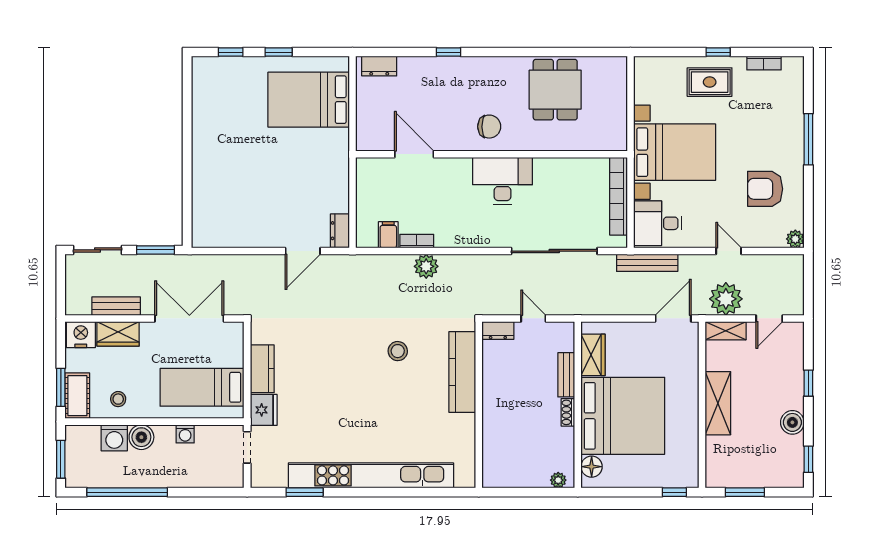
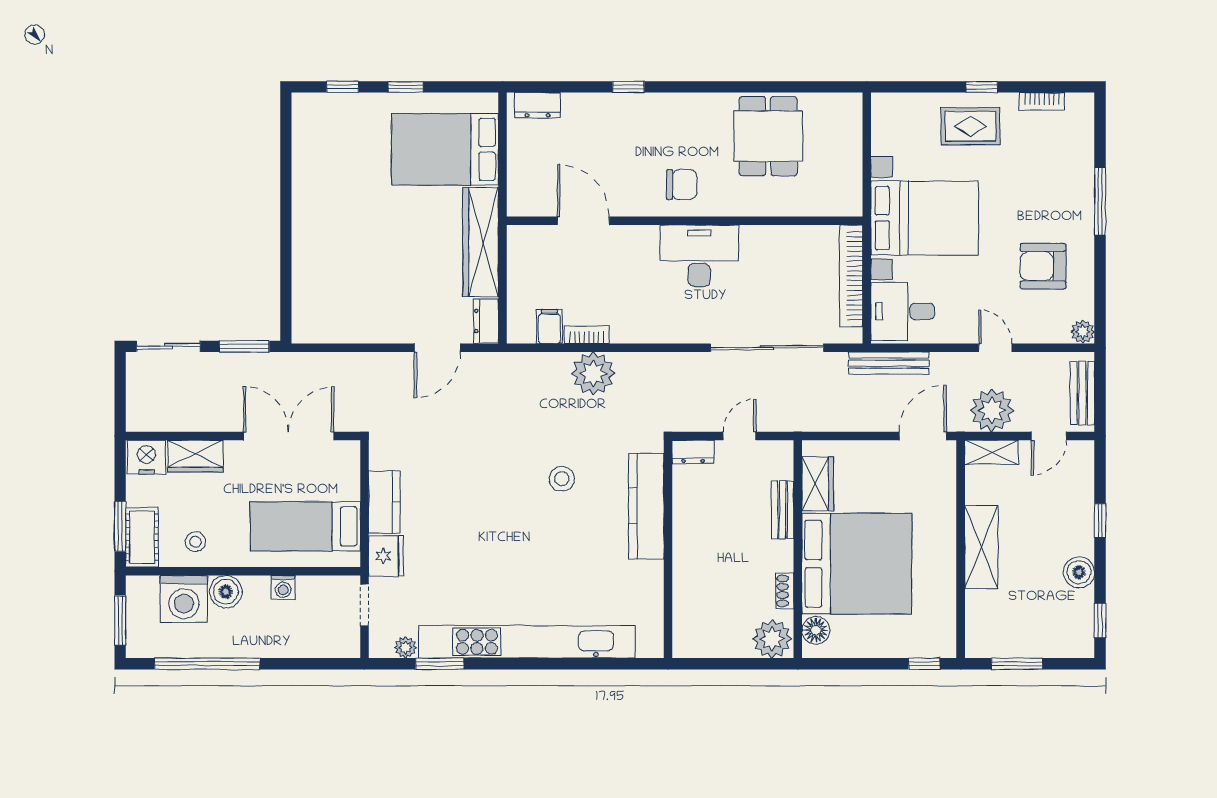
wardrobe: (336, 170) -> (481, 242), added
plant: (426, 266) -> (593, 373), width x1.36, depth x1.36
bench: (116, 306) -> (1082, 393), moved, turned 90
door: (533, 318) -> (740, 436), hinge flipped
shoe rack: (568, 412) -> (785, 591), moved
washing machine: (114, 438) -> (184, 599), width x1.37, depth x1.37
plant: (278, 480) -> (405, 647), added
plant: (558, 480) -> (772, 639), width x1.88, depth x1.88

